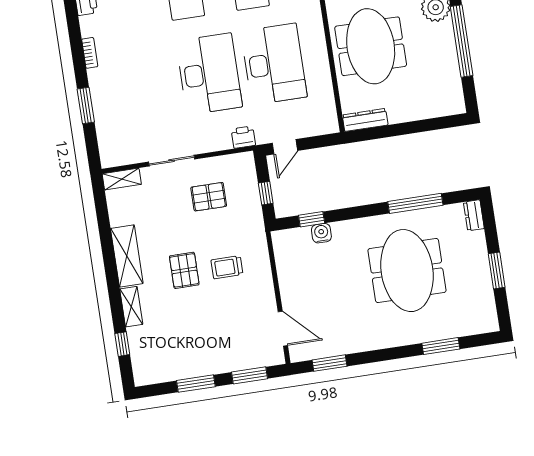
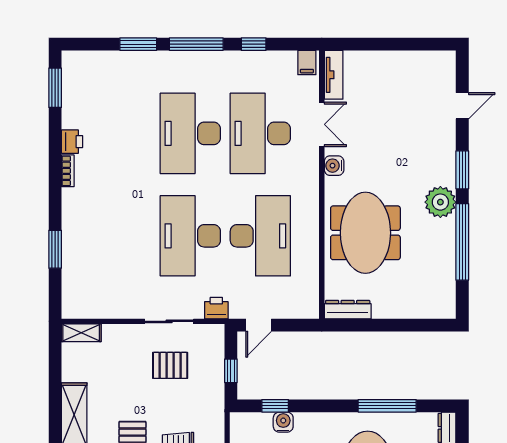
bookcase: (90, 53) -> (68, 171), moved
desk: (209, 74) -> (190, 236), turned 180
sliding door: (172, 161) -> (169, 321), moved

